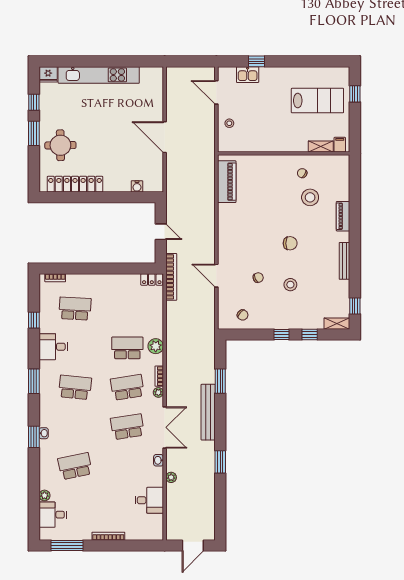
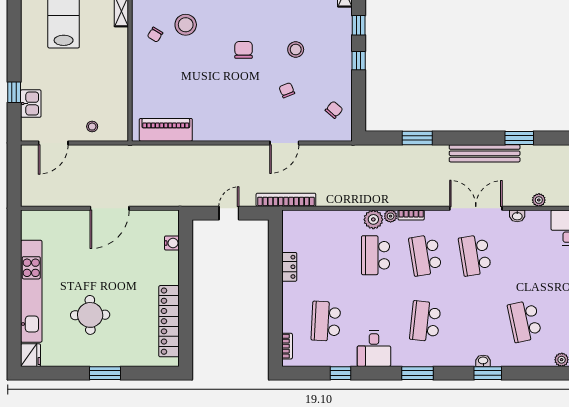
window: (34, 102) -> (66, 373), removed
round table: (60, 145) -> (90, 315), moved
locker: (152, 280) -> (289, 267), moved
plant: (158, 392) -> (391, 216), moved
bench: (208, 412) -> (485, 153), moved

